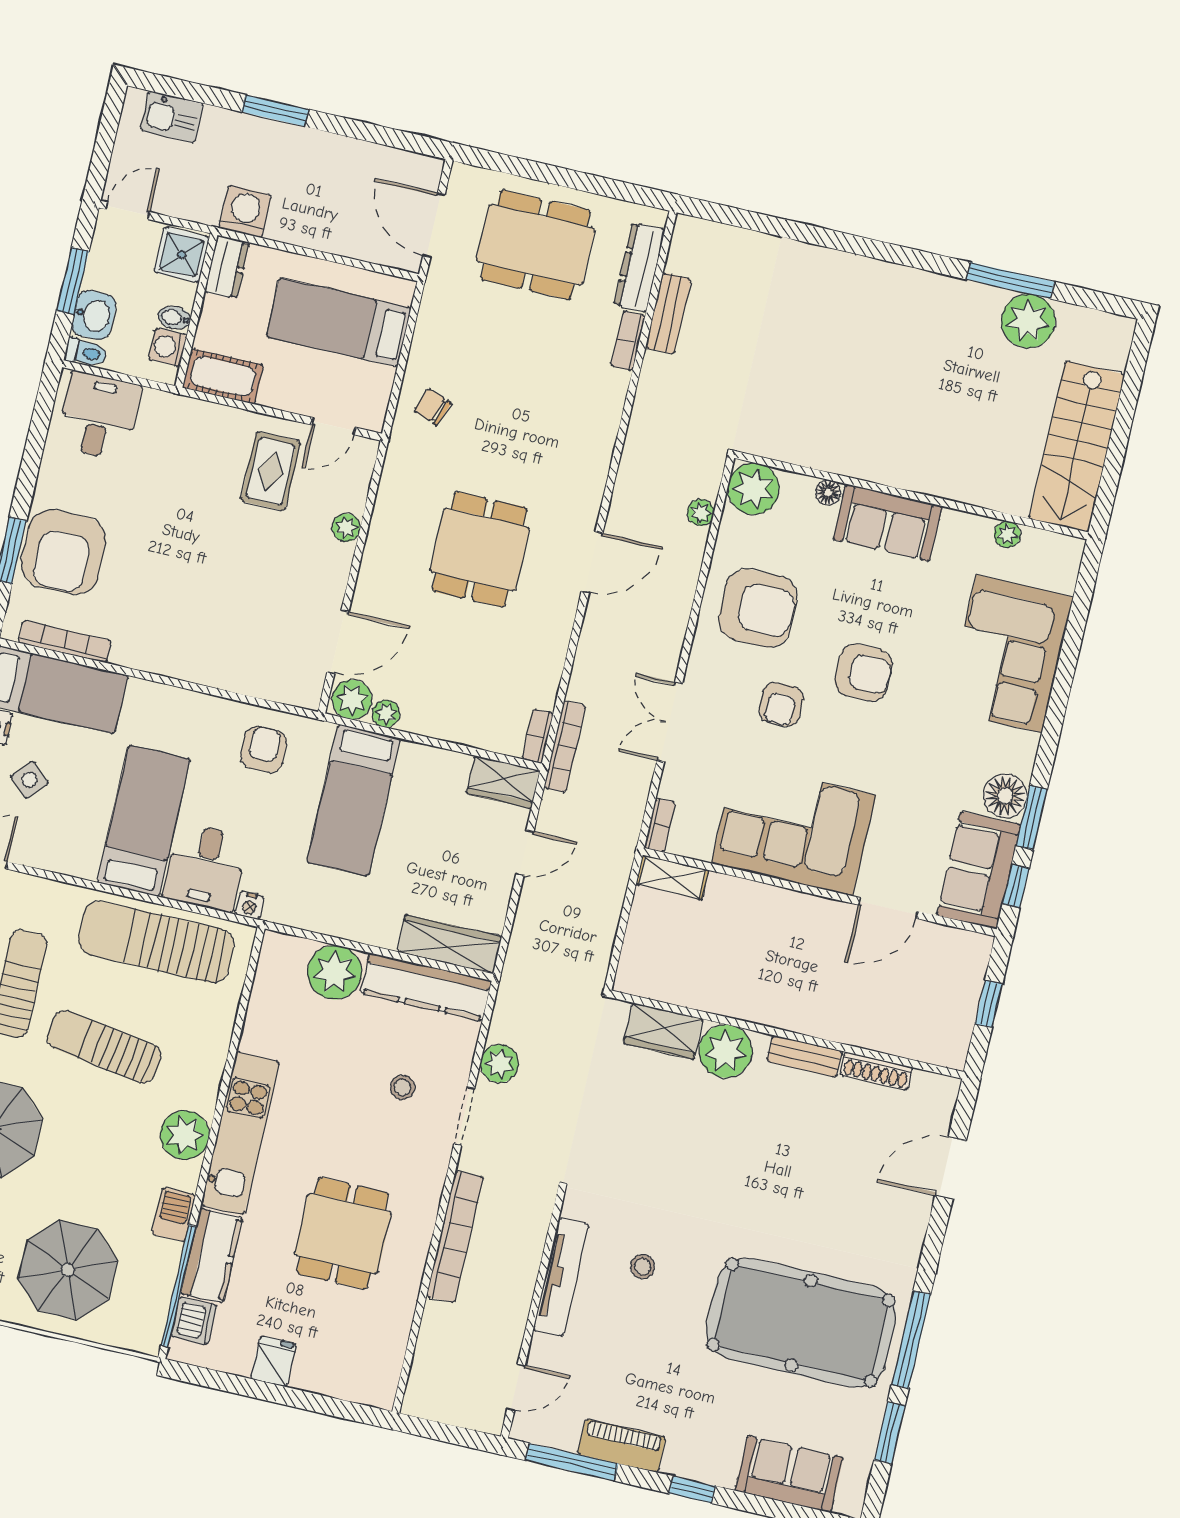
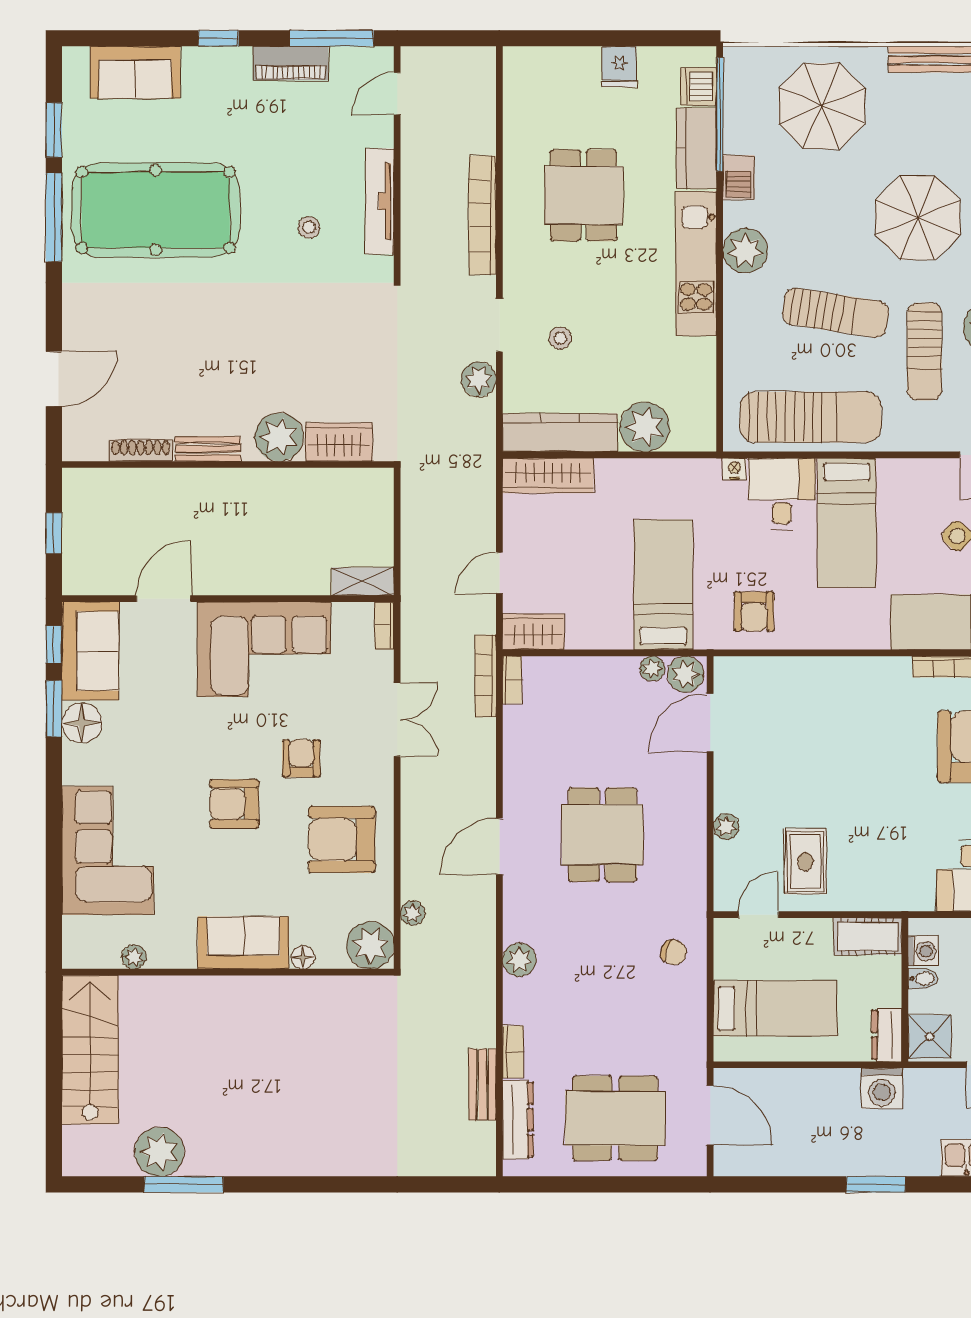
plant: (599, 437) -> (519, 960), added

